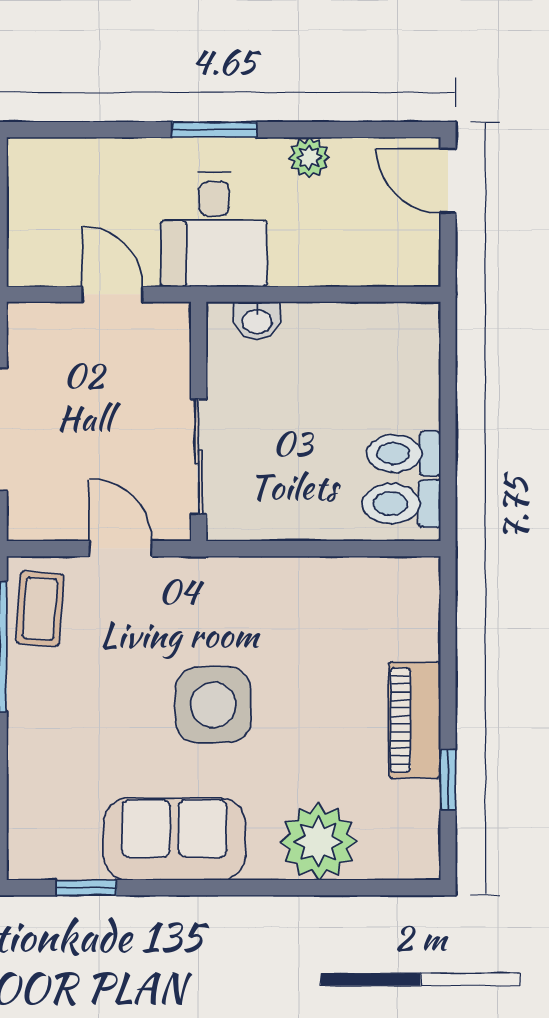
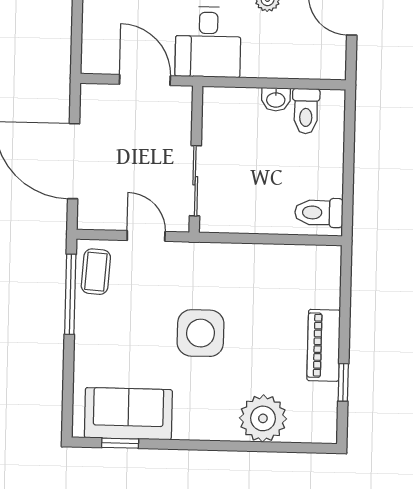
door: (112, 294) -> (145, 80), width x1.38
washbasin: (257, 321) -> (276, 99), moved
toilet: (404, 454) -> (306, 111), moved, turned -90
sofa: (174, 839) -> (128, 414), moved

